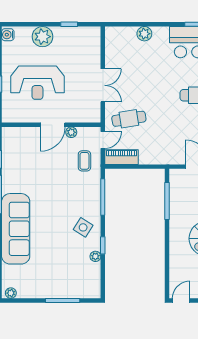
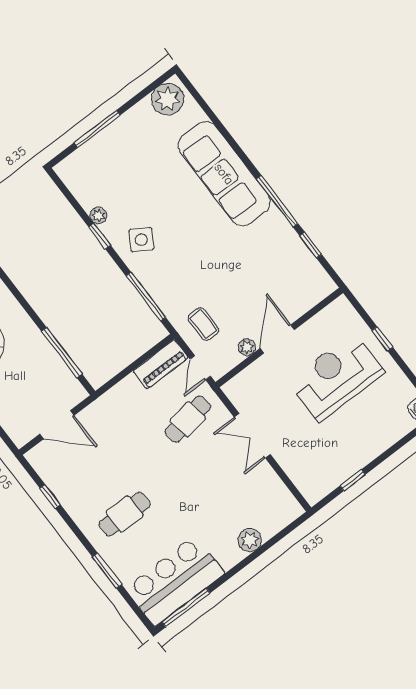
plant: (42, 37) -> (374, 439), removed
plant: (11, 293) -> (167, 99), width x1.88, depth x1.88

